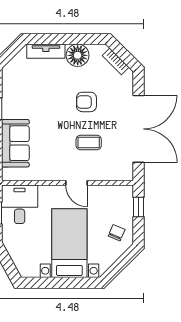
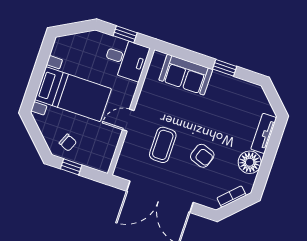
armchair: (86, 102) -> (202, 156), turned 109
coffee table: (89, 143) -> (163, 145), width x1.36, depth x1.30
window: (138, 207) -> (71, 167), moved

